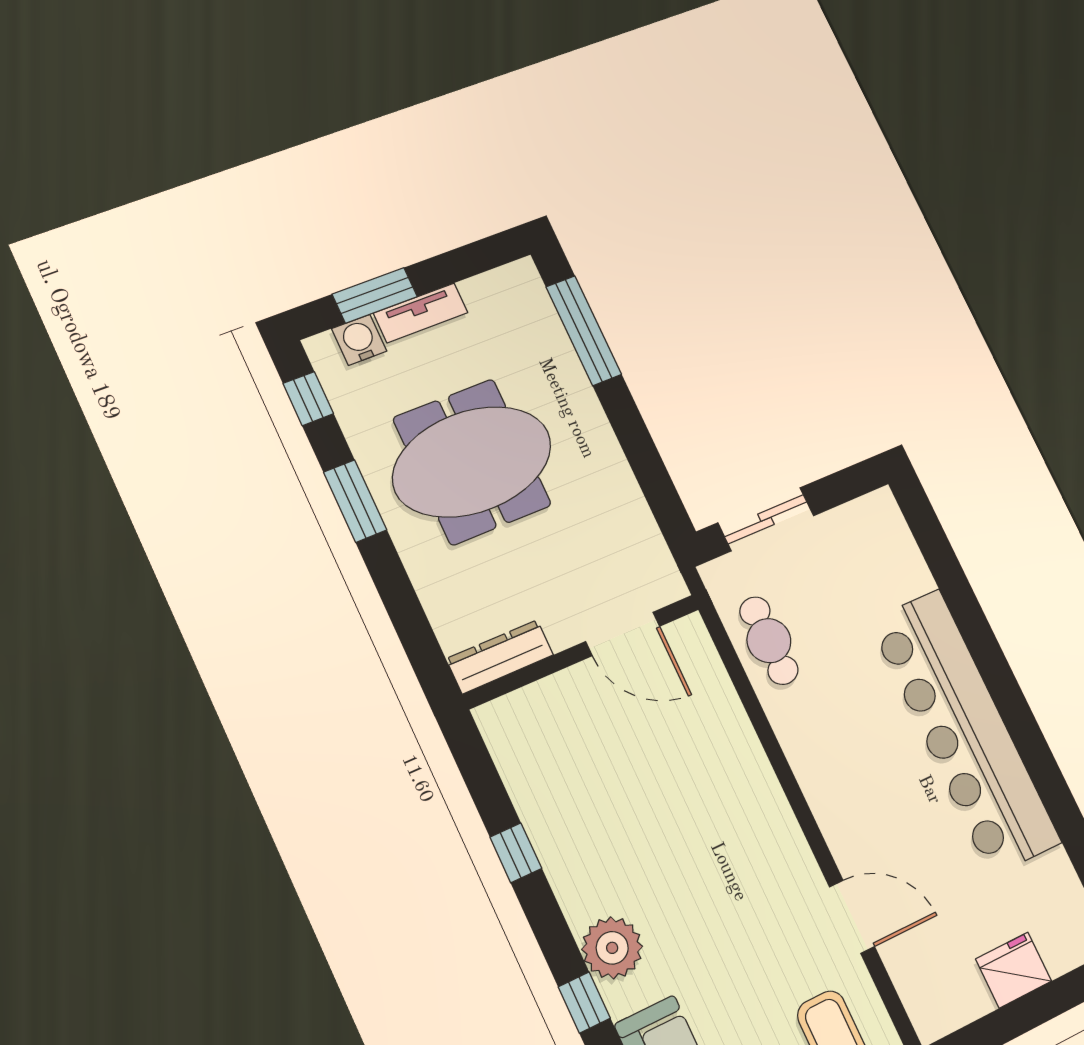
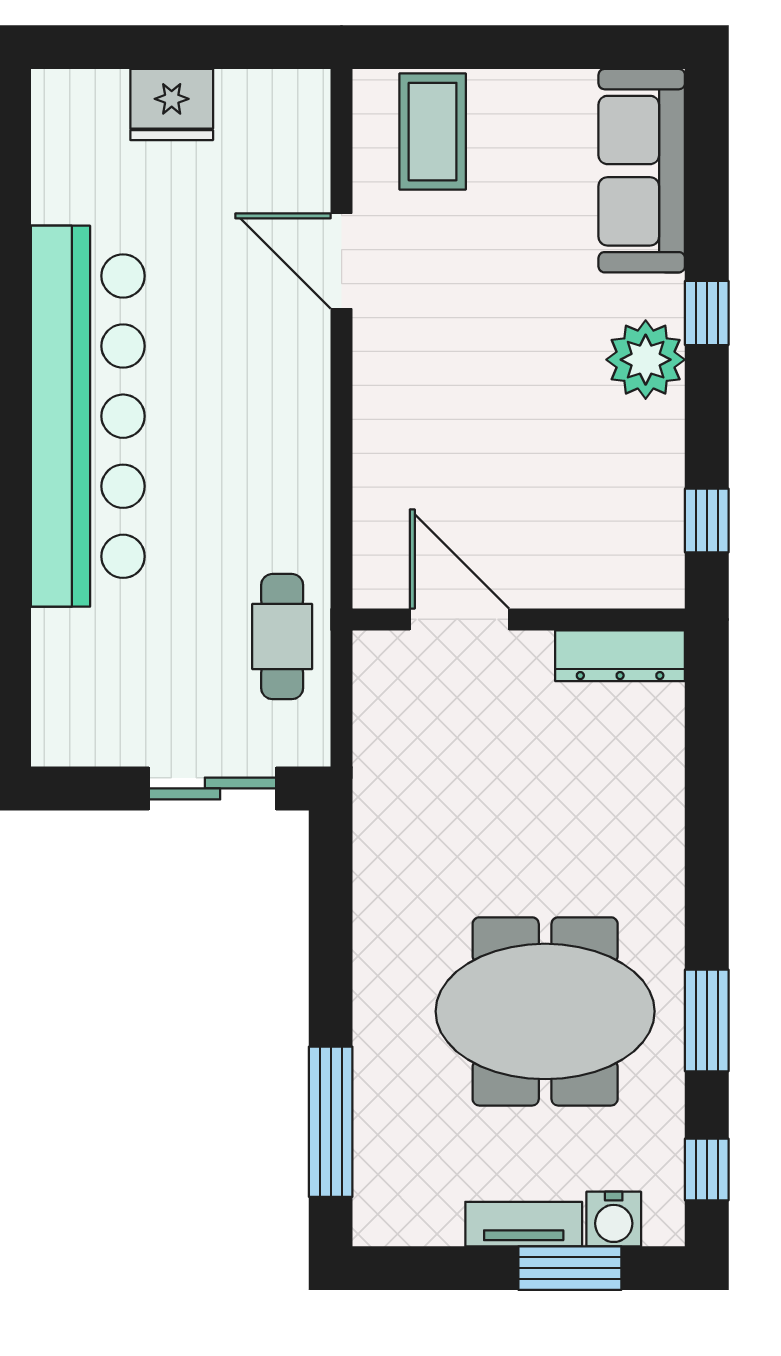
door: (623, 634) -> (459, 619), moved
wall: (582, 651) -> (519, 619), moved
dresser: (500, 657) -> (620, 656), moved

